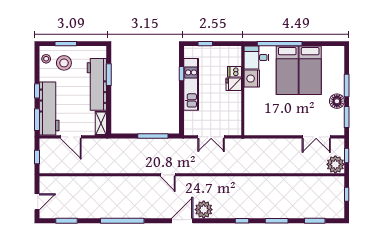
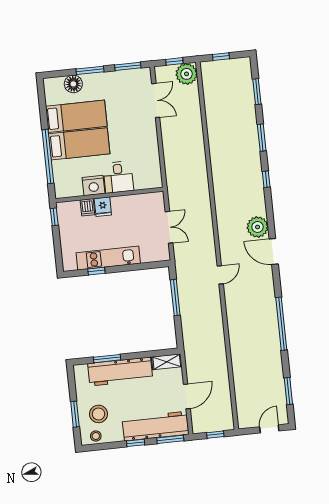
window: (205, 44) -> (54, 217), moved
desk: (257, 58) -> (118, 177), moved
floor lamp: (337, 101) -> (73, 84), moved
door: (37, 202) -> (269, 429), hinge flipped

